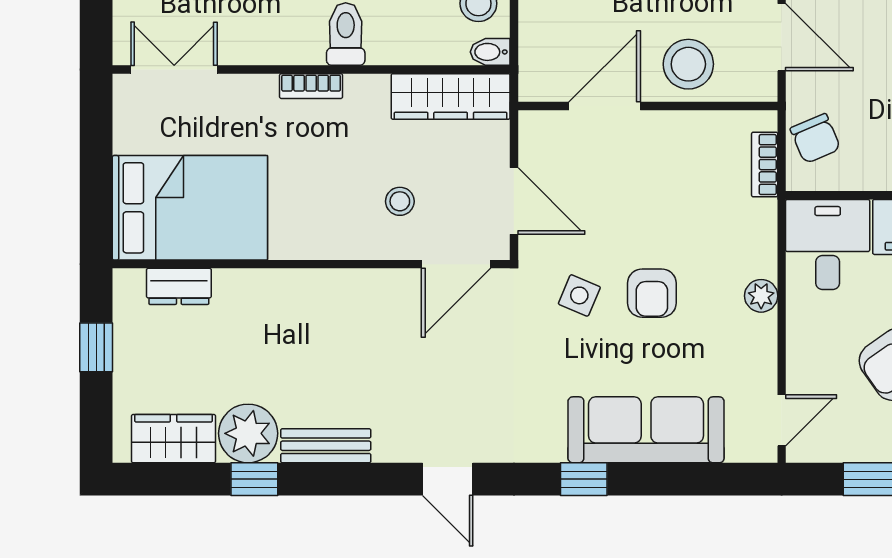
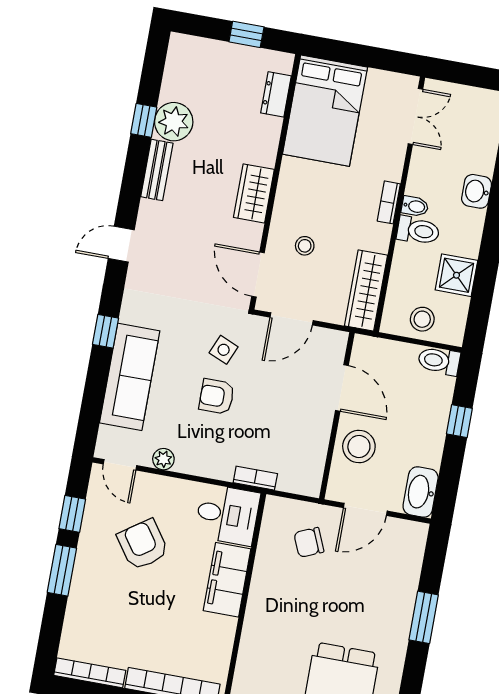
bidet: (490, 52) -> (415, 206), moved, turned 90
chair: (815, 138) -> (309, 542), moved
bookcase: (765, 165) -> (255, 478), moved
plant: (761, 296) -> (163, 459), moved
wardrobe: (174, 439) -> (254, 193), moved, turned 180

